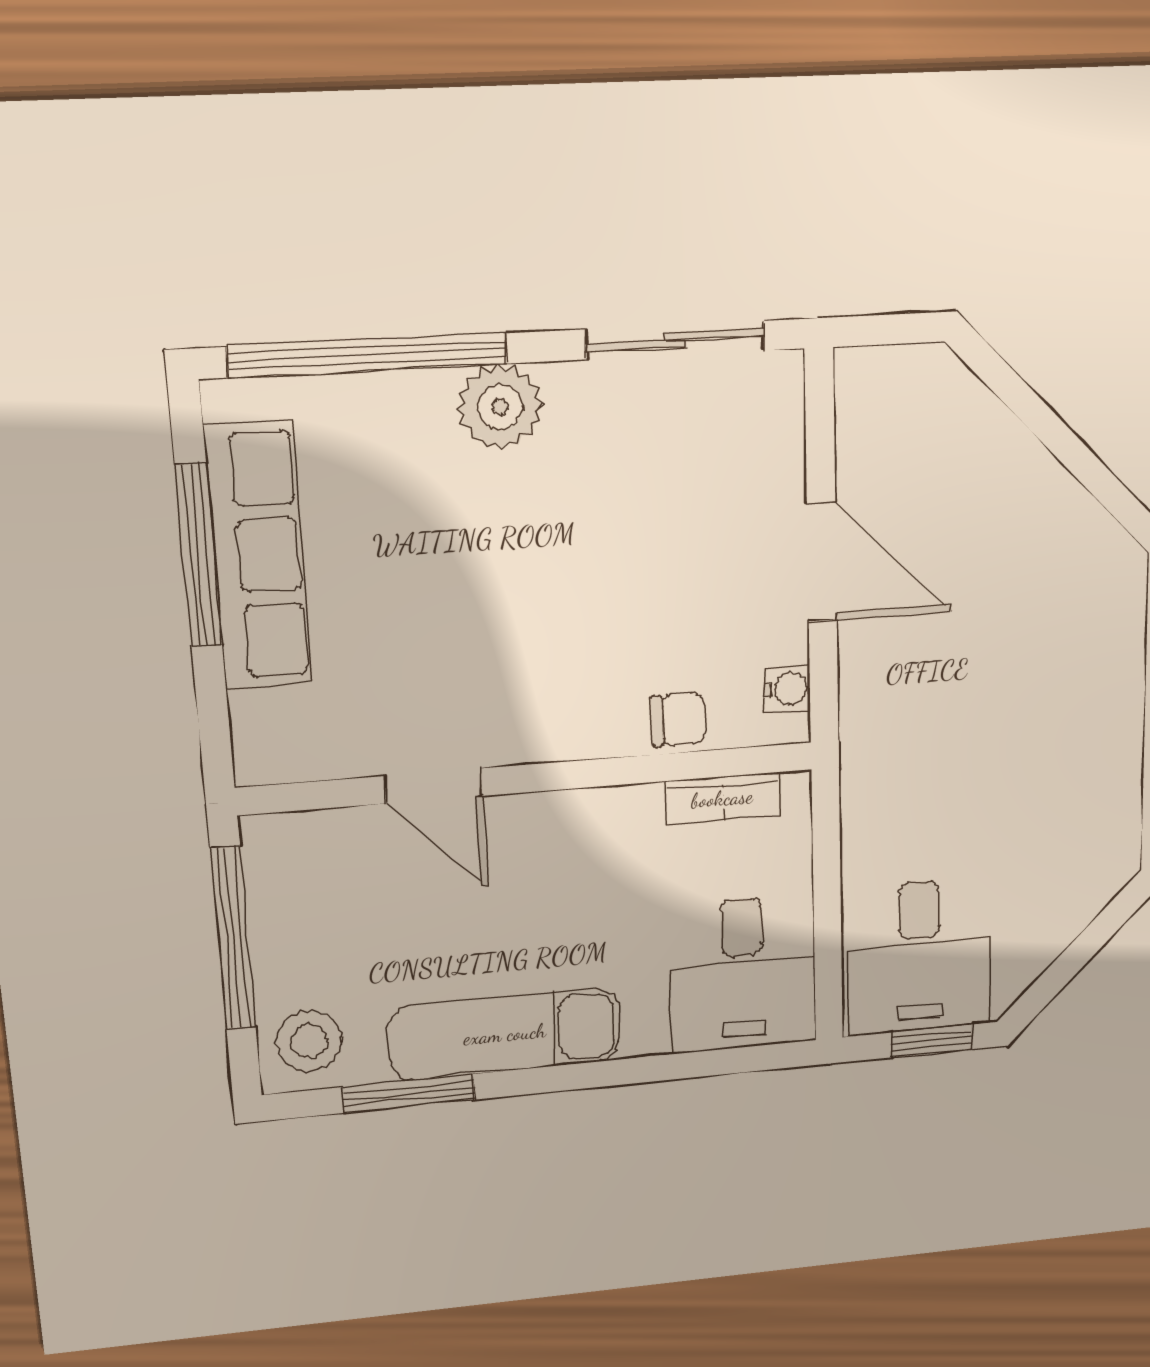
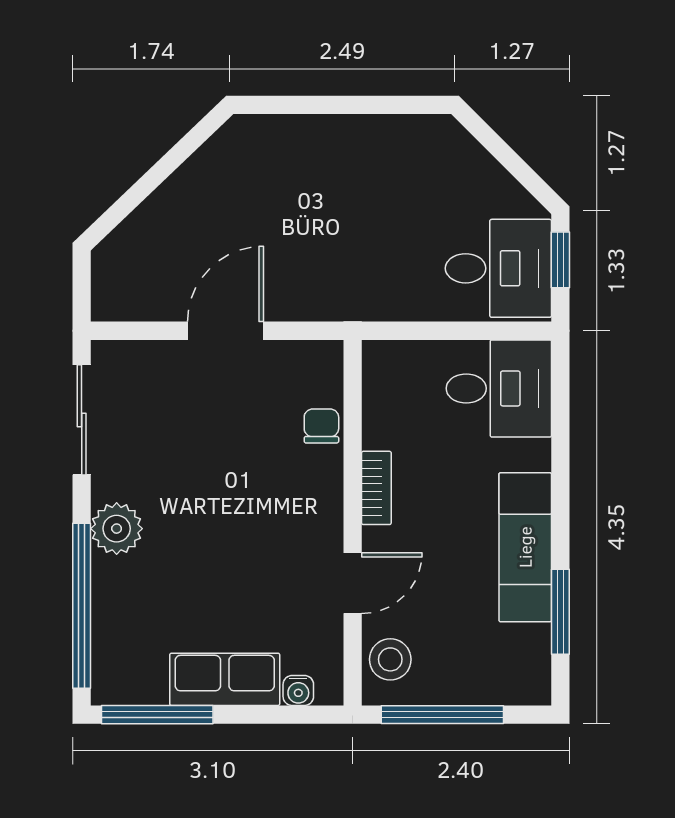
window: (199, 555) -> (157, 715), moved
row of seats: (258, 555) -> (225, 679), width x0.68
water cooler: (787, 689) -> (298, 690), moved, turned 180
bookcase: (722, 798) -> (376, 488), moved
stool: (309, 1041) -> (390, 659), moved

